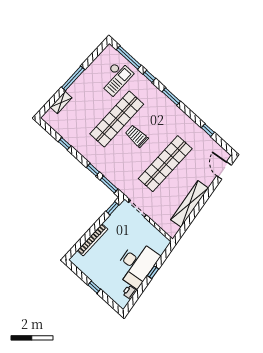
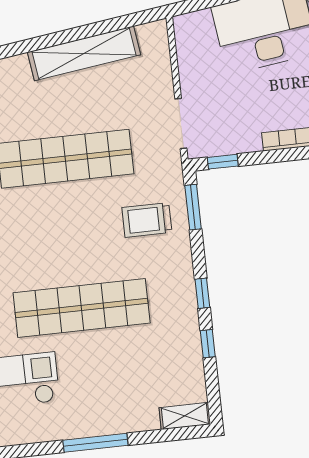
shelving: (61, 102) -> (185, 416), moved
trolley: (137, 136) -> (147, 220), moved, turned 90
window: (93, 170) -> (202, 293), moved

